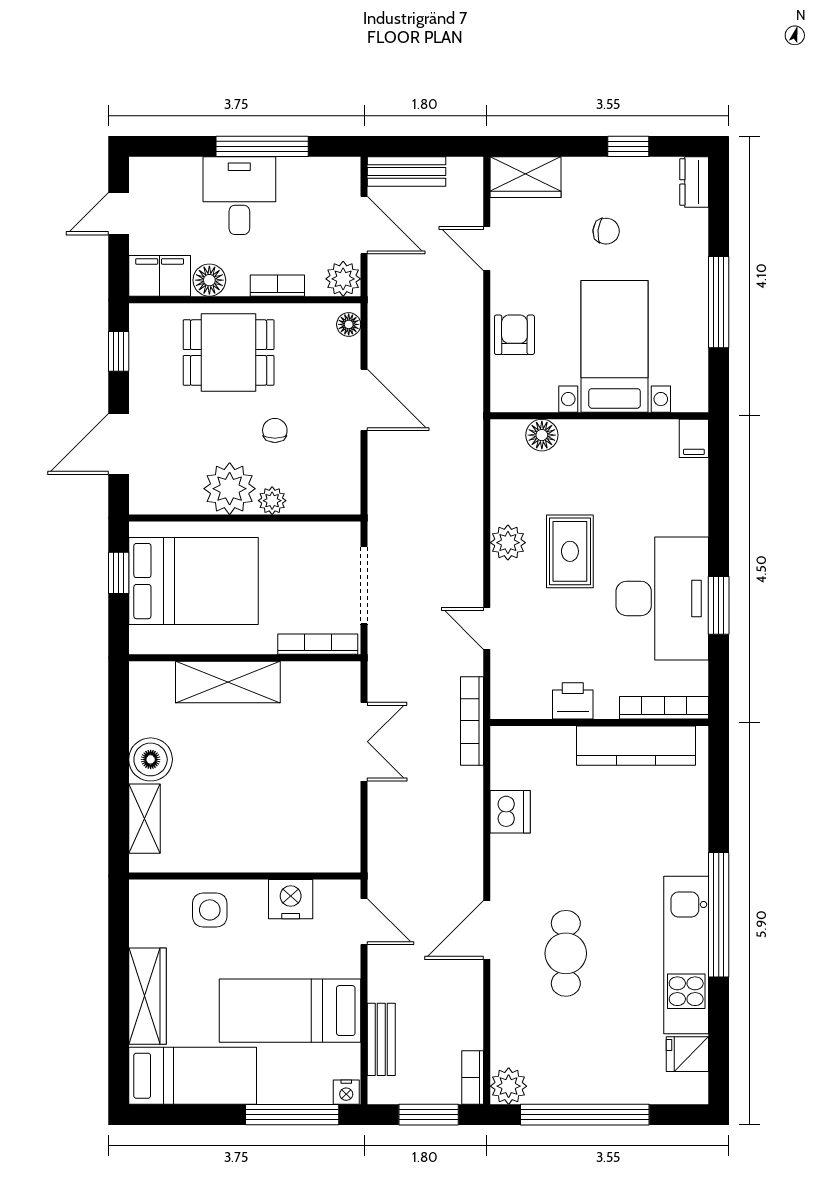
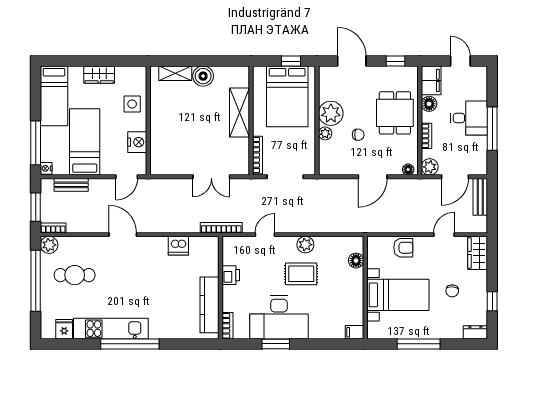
bookcase: (664, 708) -> (227, 326), width x0.64
cafe table: (566, 953) -> (75, 275), moved
wardrobe: (147, 996) -> (99, 75), width x0.67

